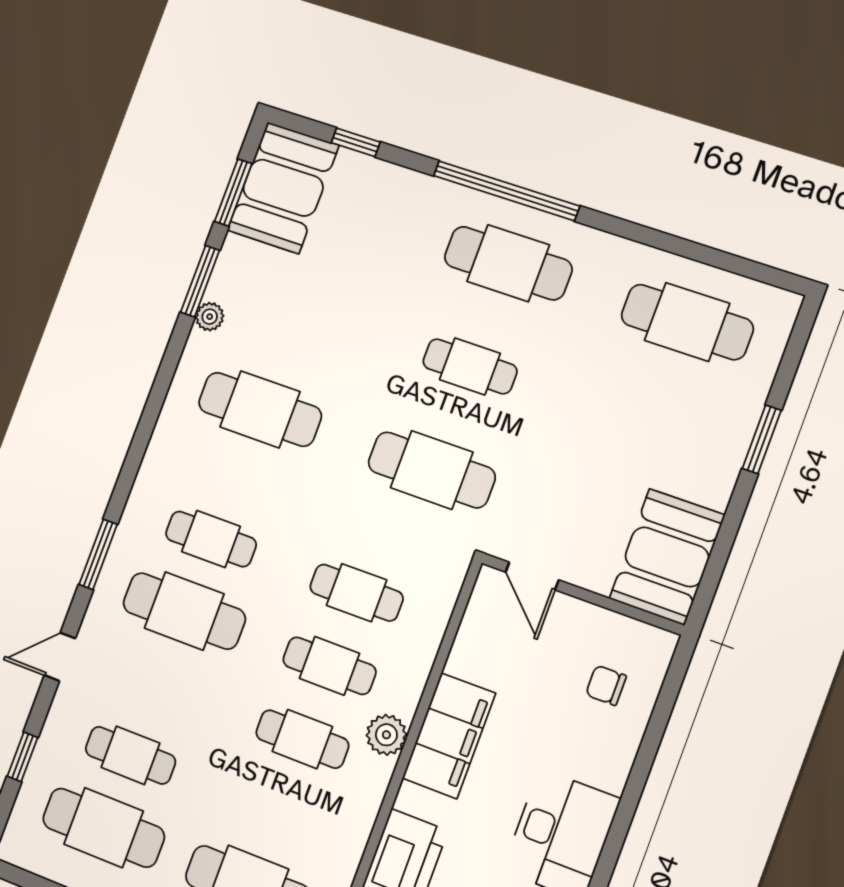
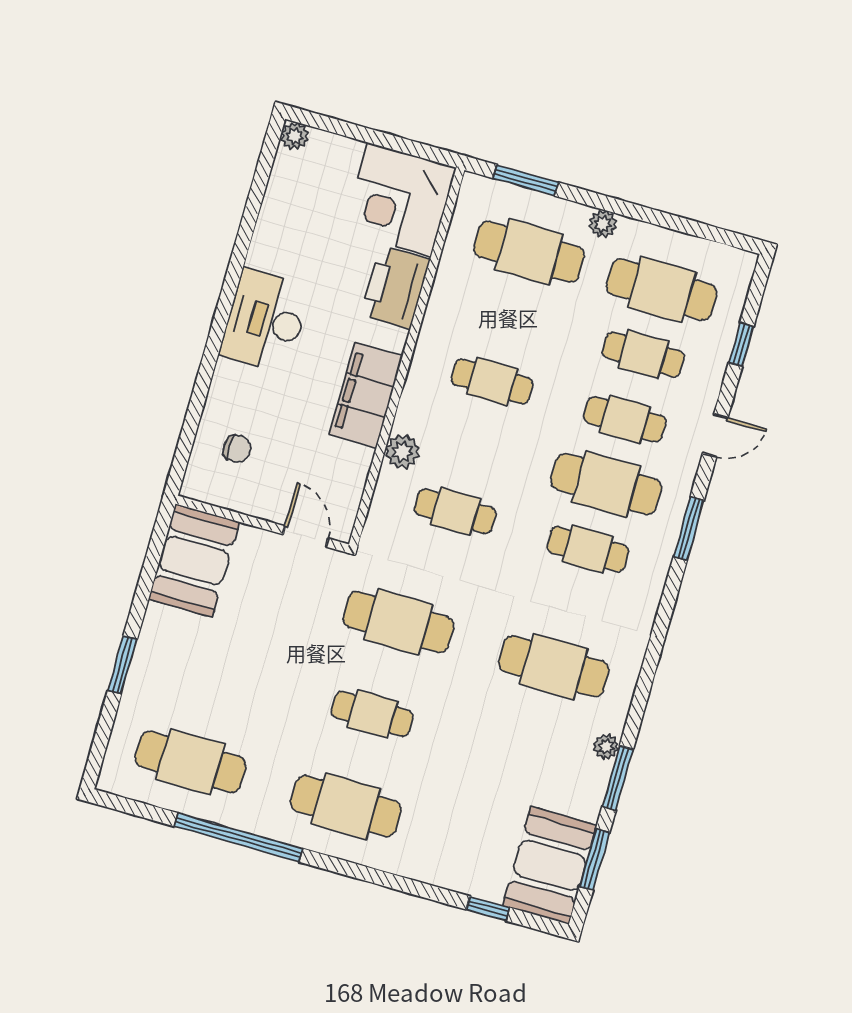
window: (506, 191) -> (238, 837), moved
cafe table: (329, 666) -> (625, 419), moved
plant: (386, 735) -> (402, 452), moved

